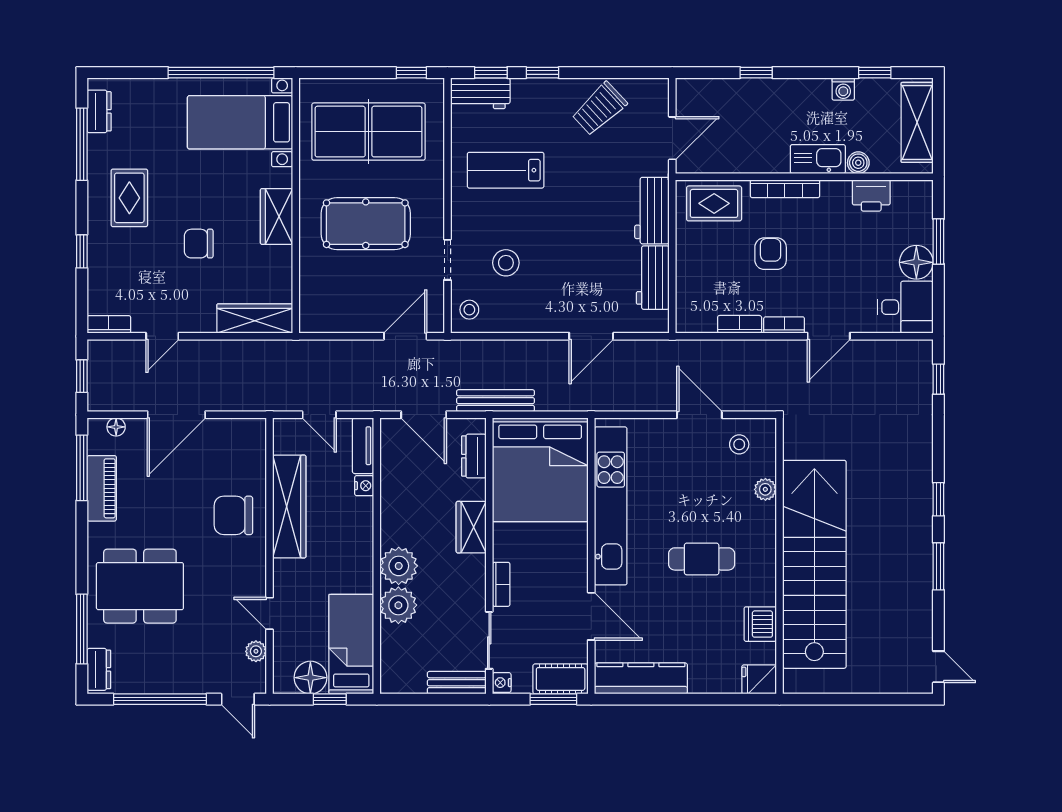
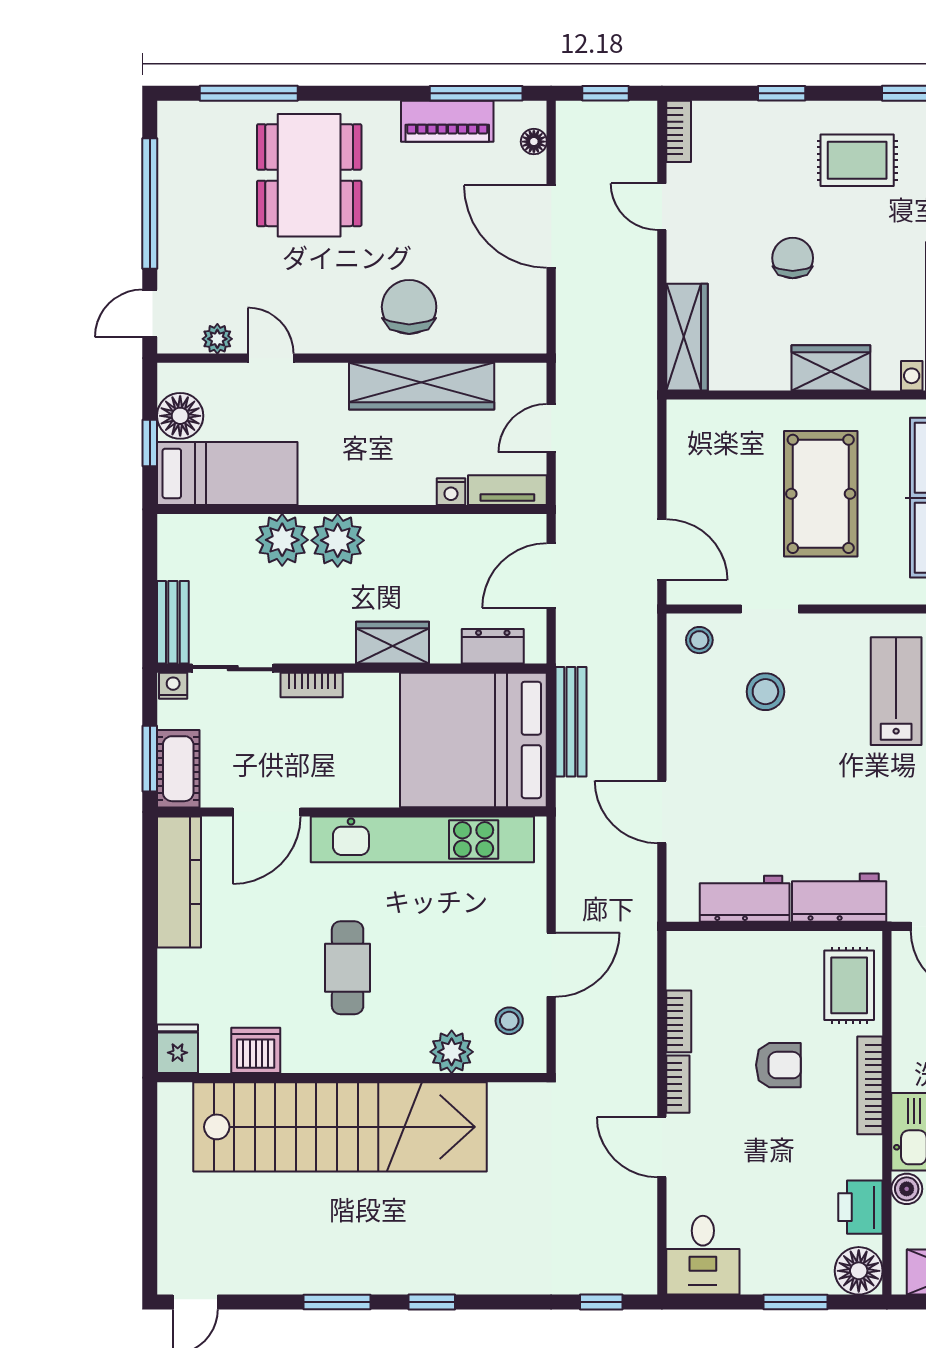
floor lamp: (916, 262) -> (859, 1271), moved
bench: (496, 401) -> (571, 722), moved
plant: (765, 489) -> (452, 1052), width x1.38, depth x1.38
door: (270, 613) -> (271, 358), hinge flipped
dresser: (99, 669) -> (192, 117), removed

